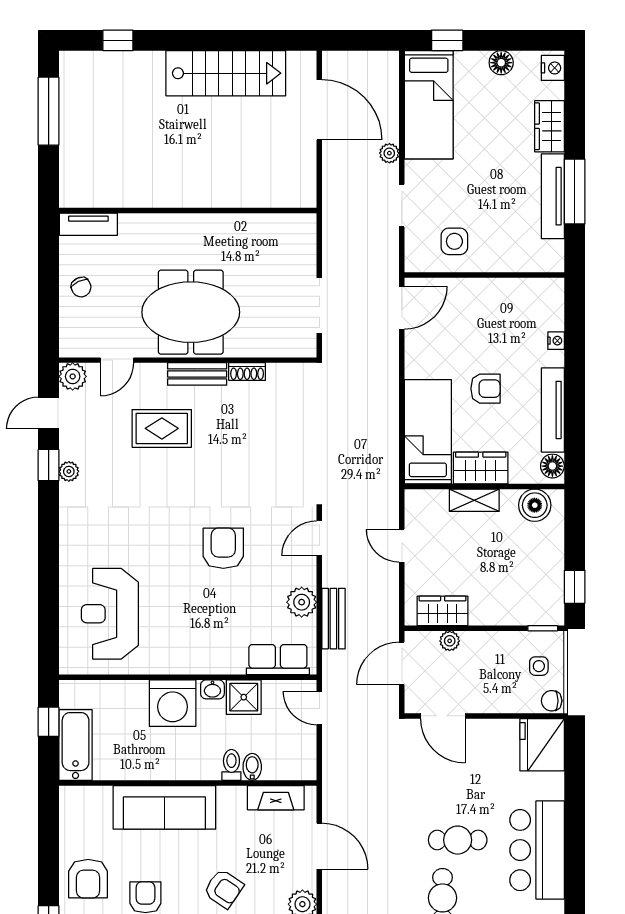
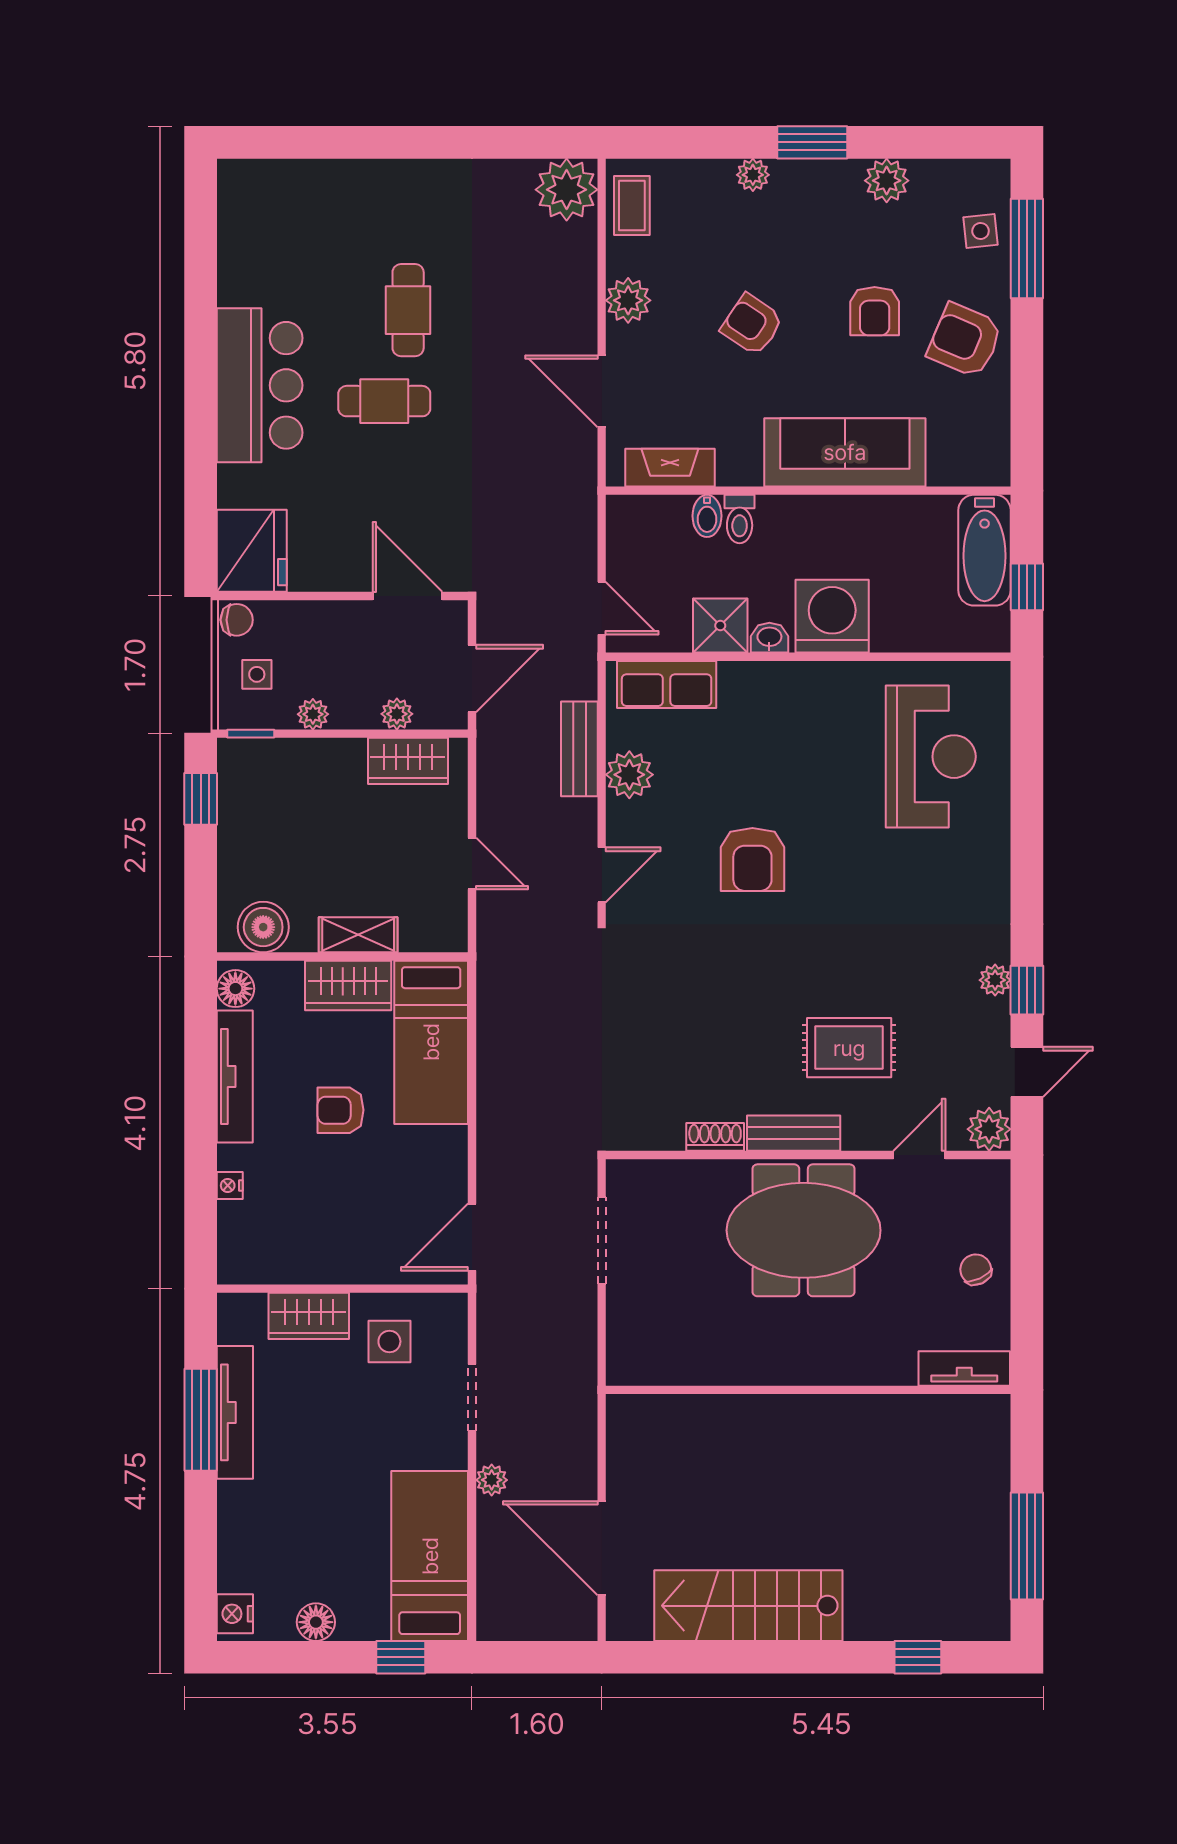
wardrobe: (549, 126) -> (309, 1316), moved, turned 90
plant: (503, 641) -> (313, 714), added
armchair: (88, 879) -> (965, 340), turned -67

